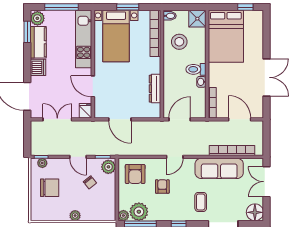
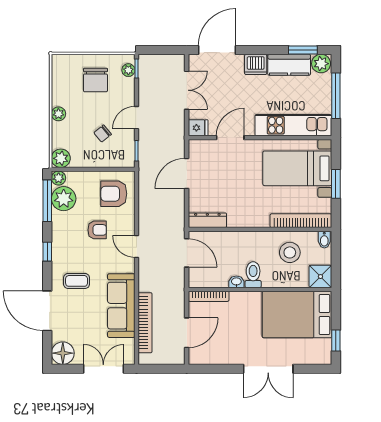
double door: (267, 77) -> (268, 369), moved
dresser: (155, 89) -> (207, 220), moved
plant: (108, 167) -> (61, 158), moved

